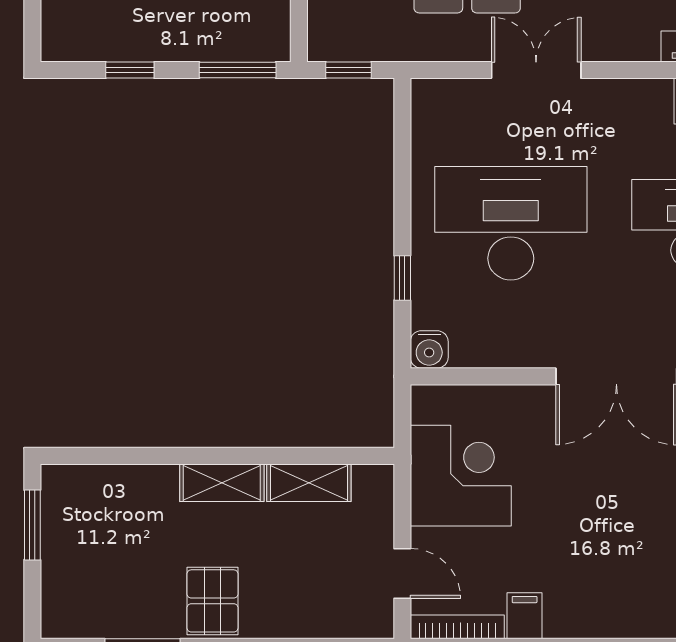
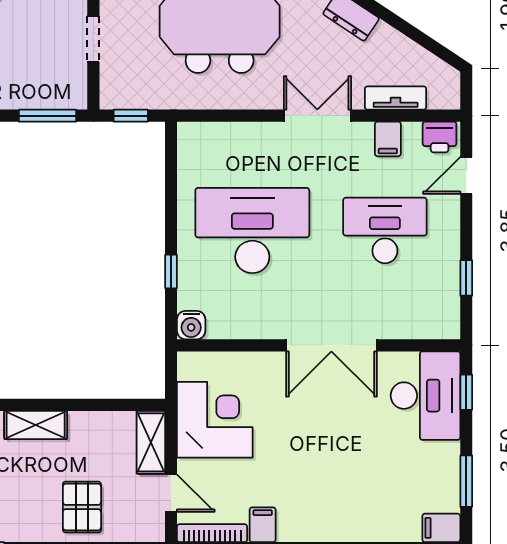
double door: (536, 70) -> (317, 116), moved
shelving: (309, 483) -> (151, 442), moved, turned 90
pallet: (212, 601) -> (82, 507), moved

